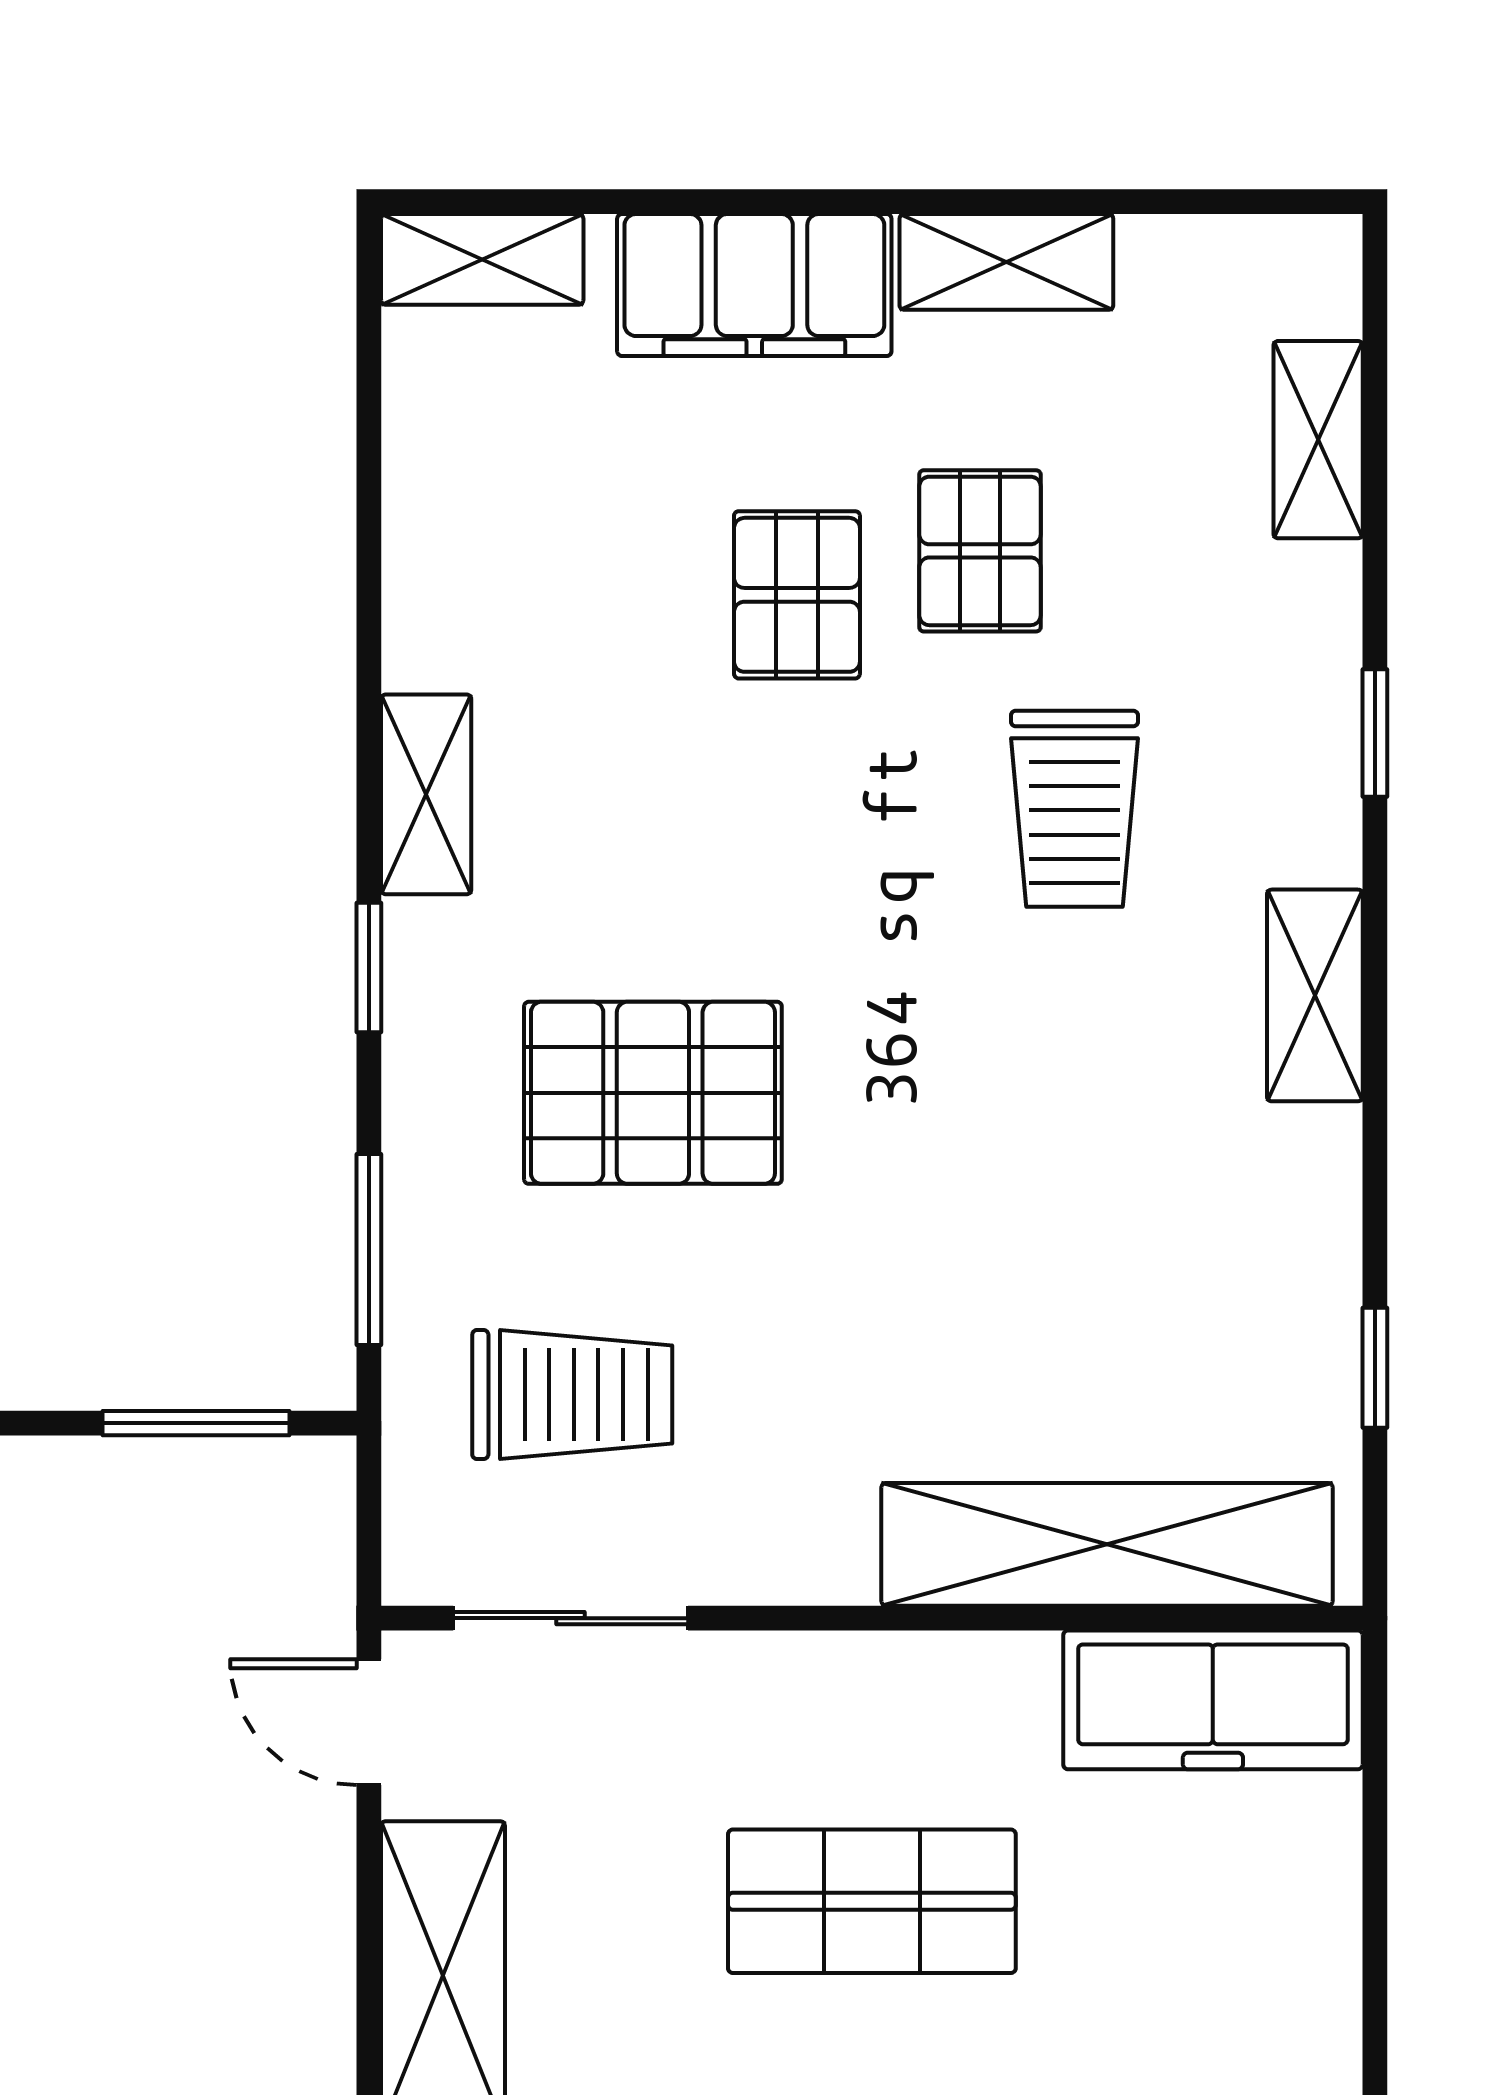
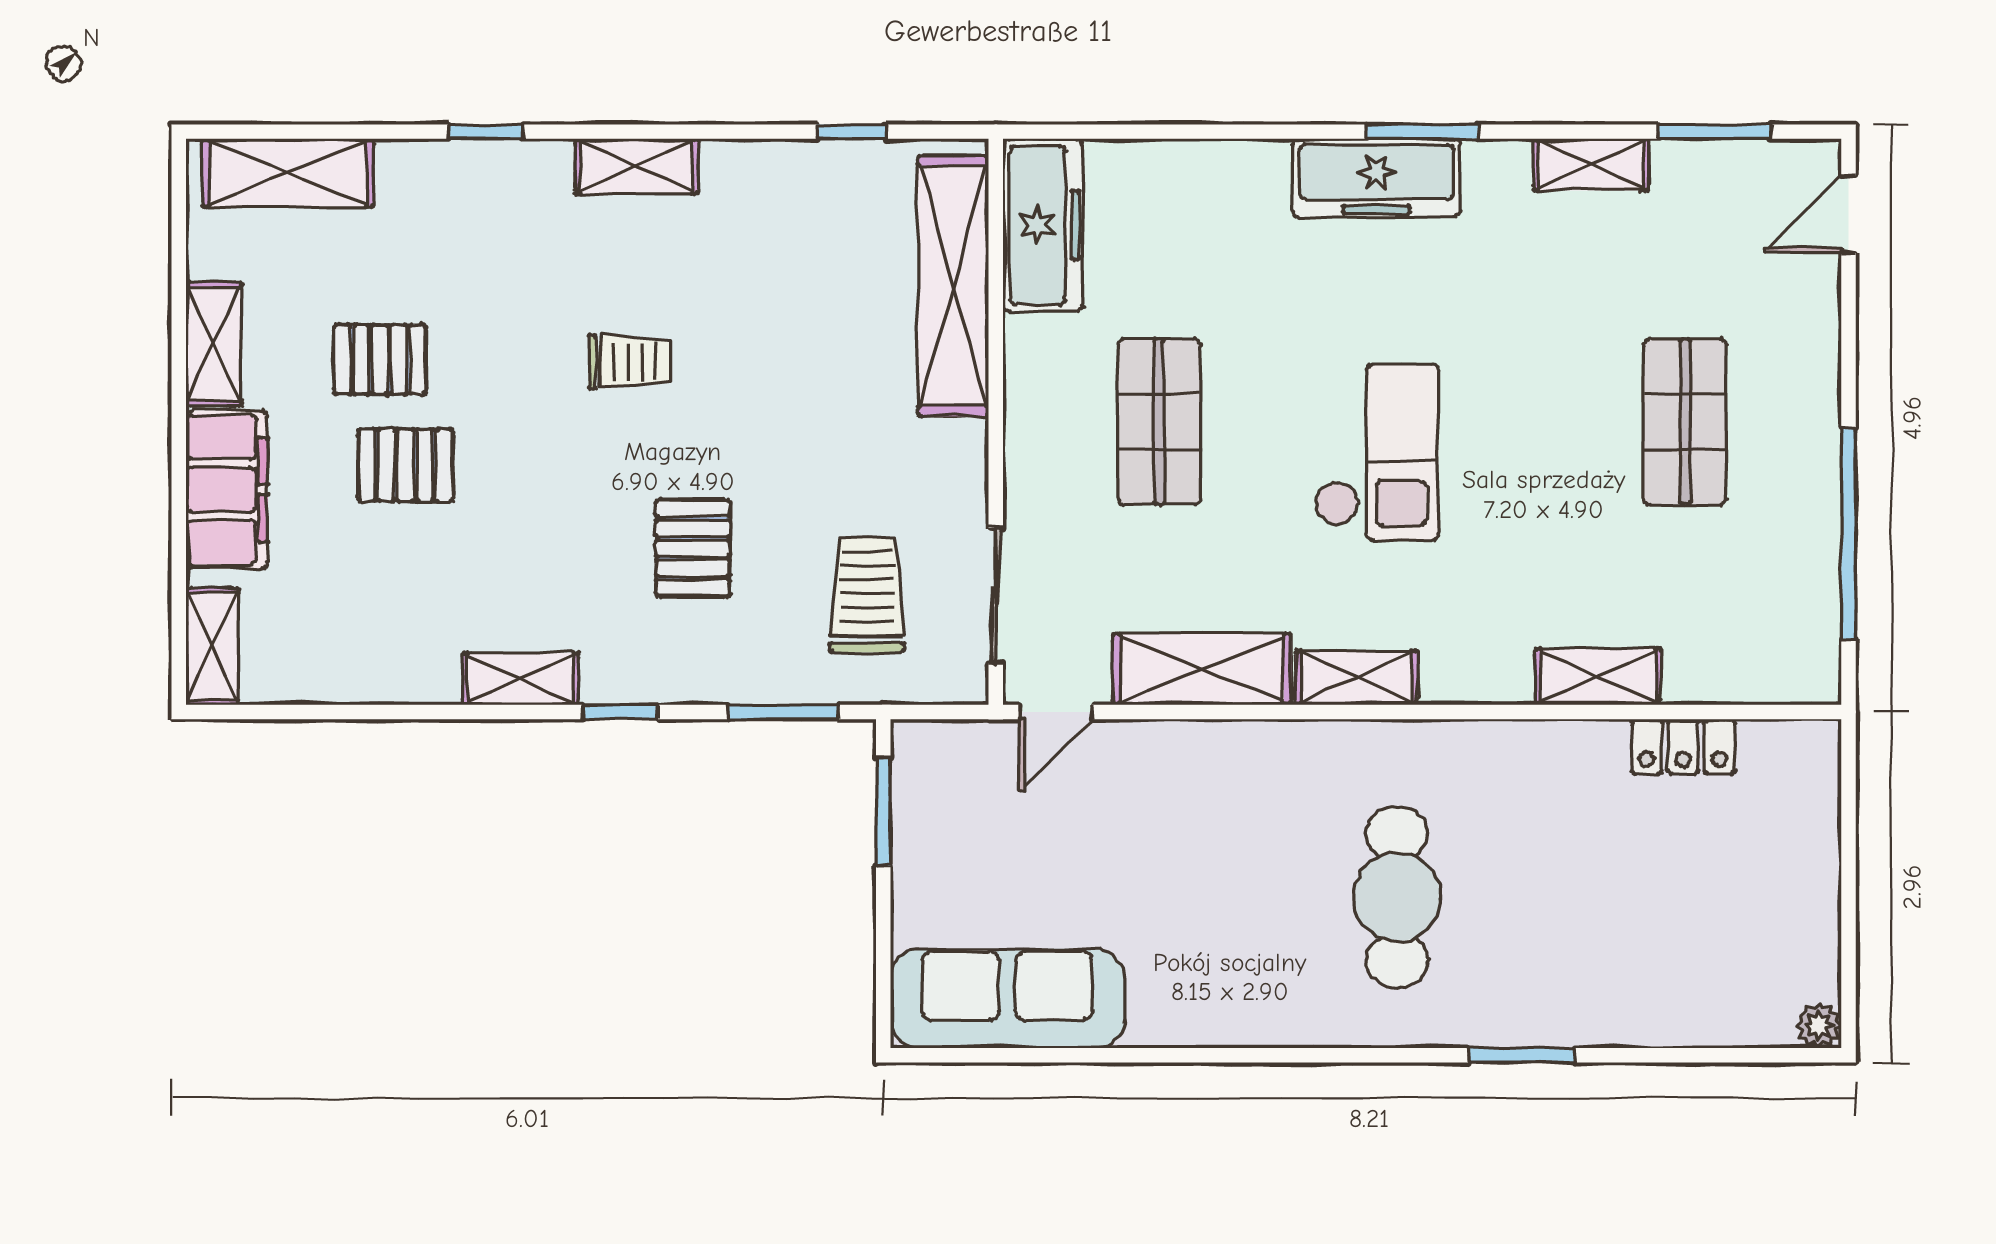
shelving: (1318, 440) -> (288, 173), width x1.50, depth x1.33
trolley: (1074, 809) -> (629, 361), moved, width x0.73, depth x0.72
pallet: (653, 1093) -> (693, 548), width x0.67, depth x0.71

